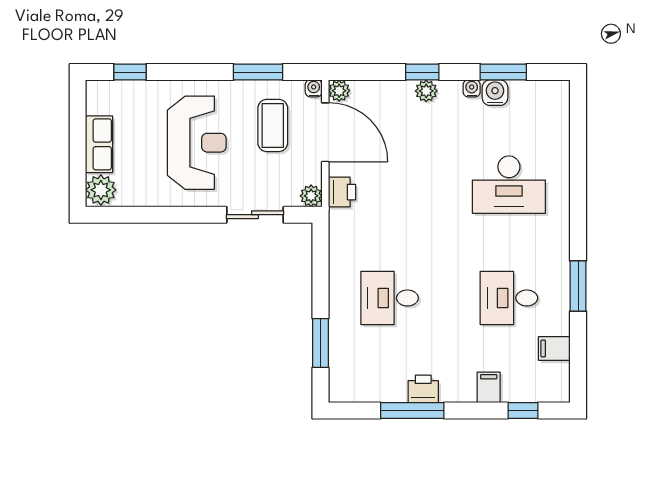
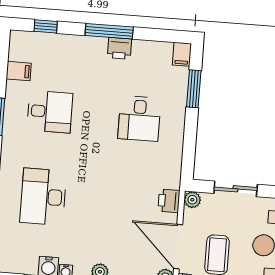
desk: (509, 185) -> (43, 197), turned -90
desk: (390, 298) -> (139, 119), turned 90
filing cabinet: (489, 387) -> (182, 54), moved
window: (412, 411) -> (109, 31), moved

